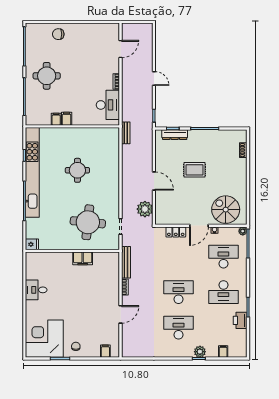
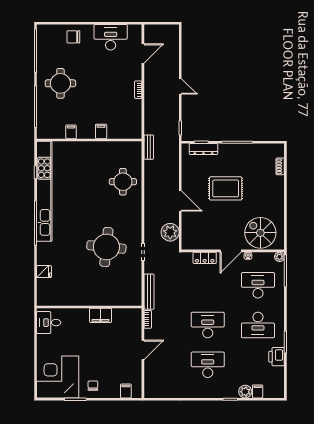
desk: (108, 105) -> (111, 37), moved, turned -90
filing cabinet: (67, 119) -> (101, 131), moved
round table: (77, 170) -> (123, 182), moved
rug: (195, 170) -> (226, 188), width x1.36, depth x1.43
wall: (72, 251) -> (89, 307), moved
filing cabinet: (83, 258) -> (101, 315), moved
plant: (200, 352) -> (245, 392), moved

